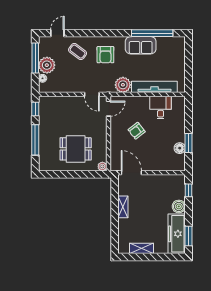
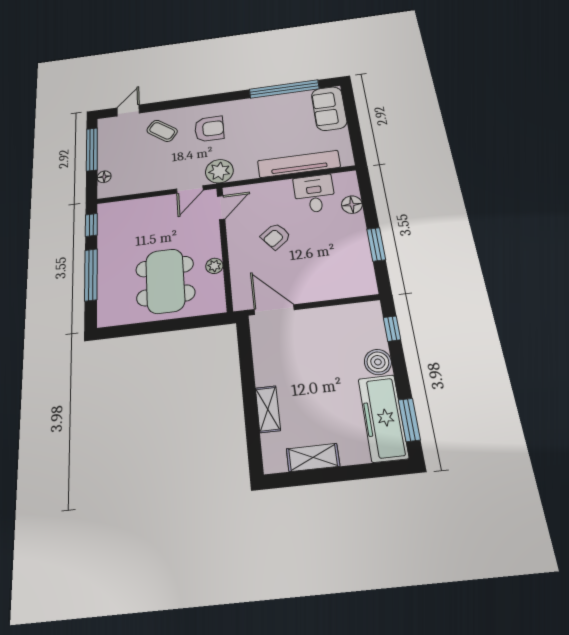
sofa: (141, 45) -> (329, 108), moved, turned 90
armchair: (105, 55) -> (209, 129), turned -90
plant: (47, 65) -> (111, 157), removed
plant: (123, 85) -> (219, 171), moved
door: (92, 94) -> (190, 189), hinge flipped
floor lamp: (180, 148) -> (352, 205), moved
dining table: (76, 149) -> (165, 281), width x1.38
plant: (102, 166) -> (214, 266), moved
shelving: (123, 207) -> (268, 409), moved

